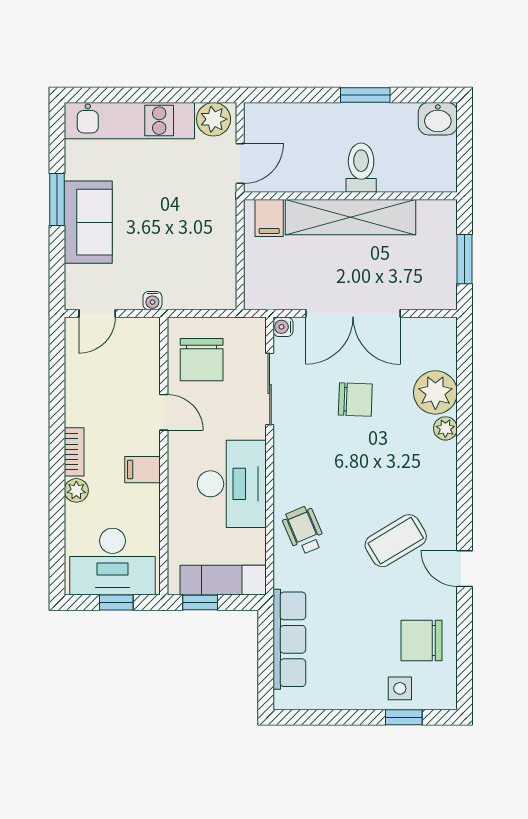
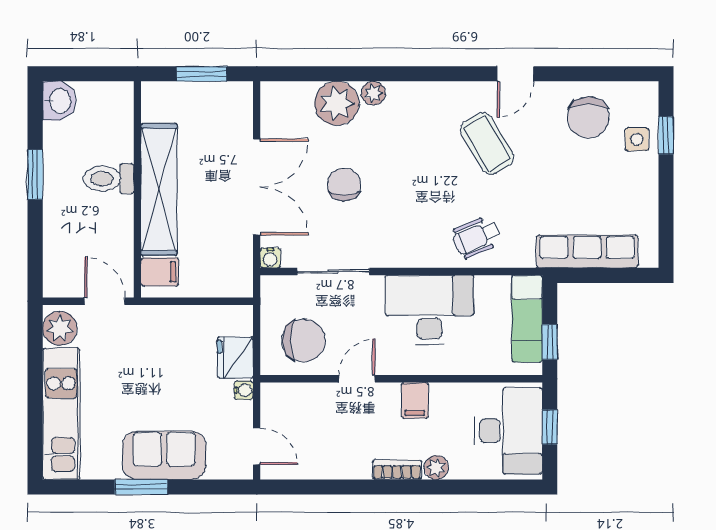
fridge: (185, 292) -> (235, 358), added

